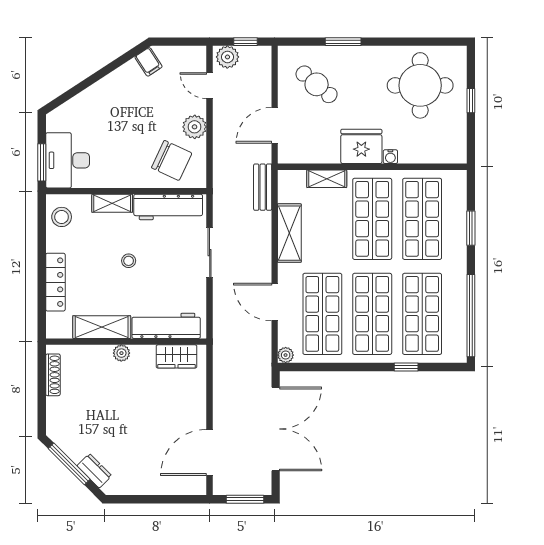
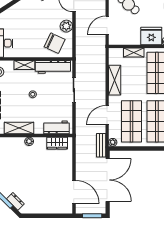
bench: (263, 187) -> (101, 145), moved
door: (275, 302) -> (107, 115), hinge flipped
workbench: (166, 326) -> (57, 127), width x0.73
door: (210, 452) -> (74, 192), swing flipped

